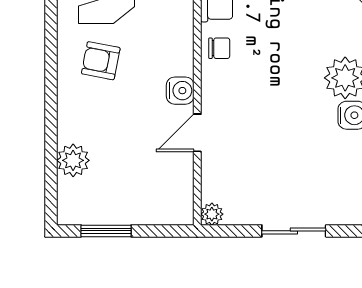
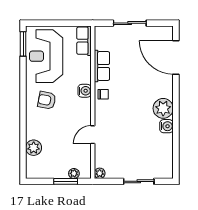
water cooler: (180, 91) -> (85, 91), moved
plant: (158, 214) -> (74, 173), added
window: (106, 231) -> (66, 181), moved

